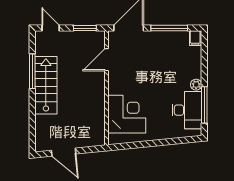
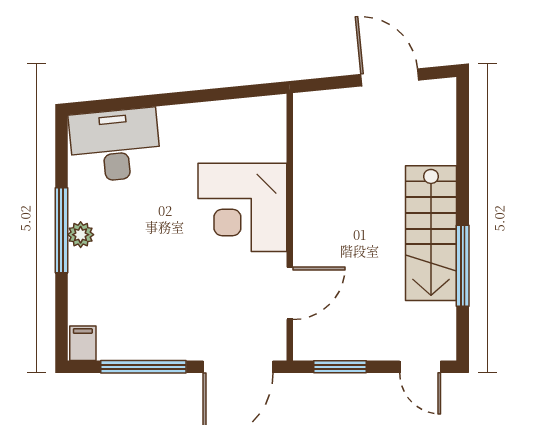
window: (204, 105) -> (61, 230), moved
desk: (187, 110) -> (115, 145), moved, turned 84
corner desk: (127, 114) -> (242, 207), moved

